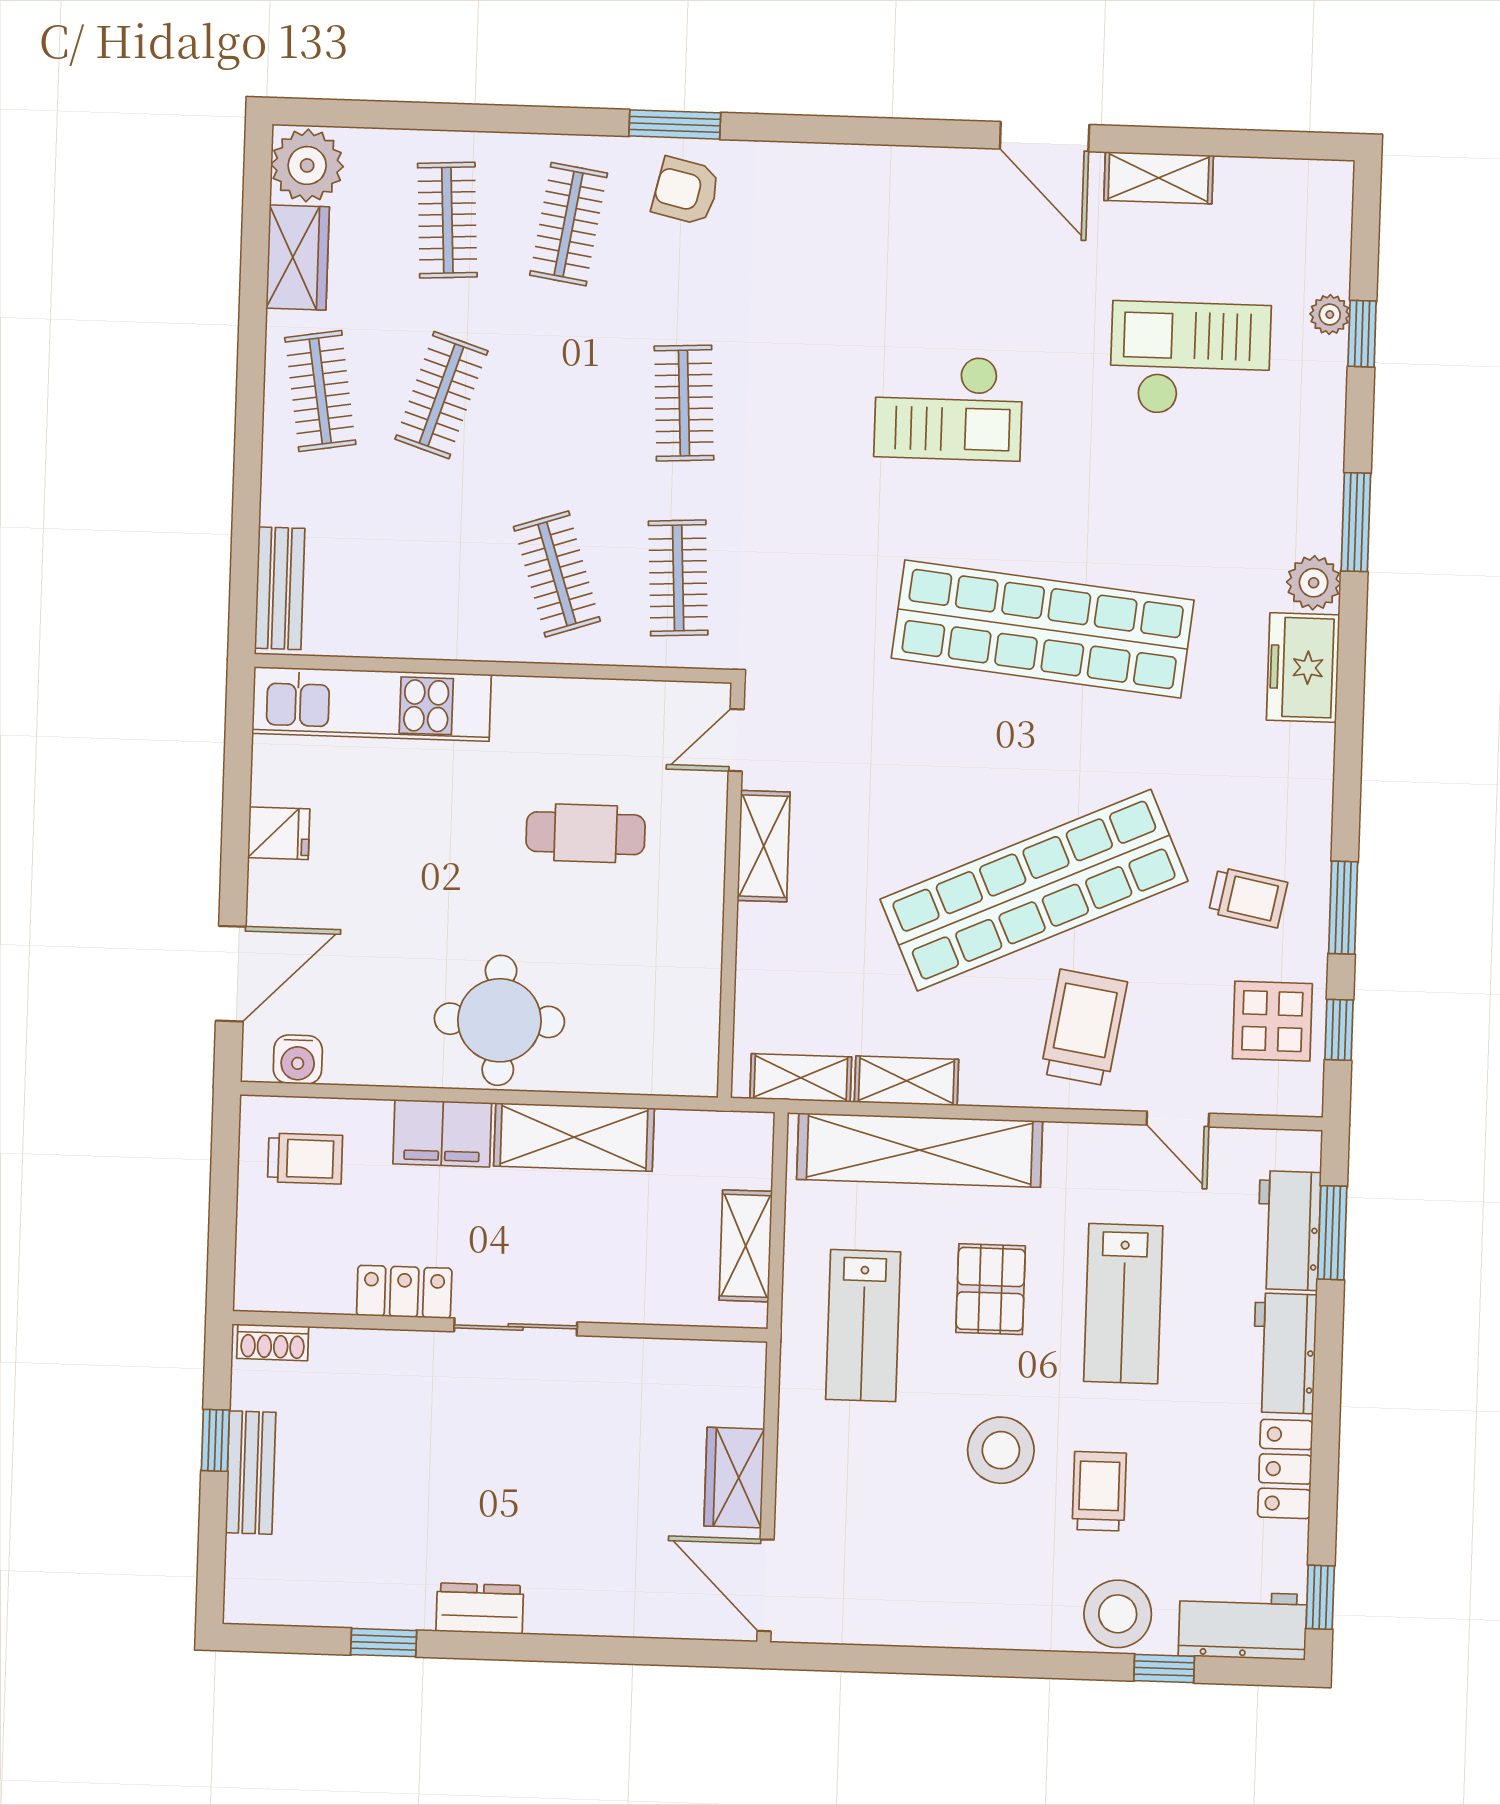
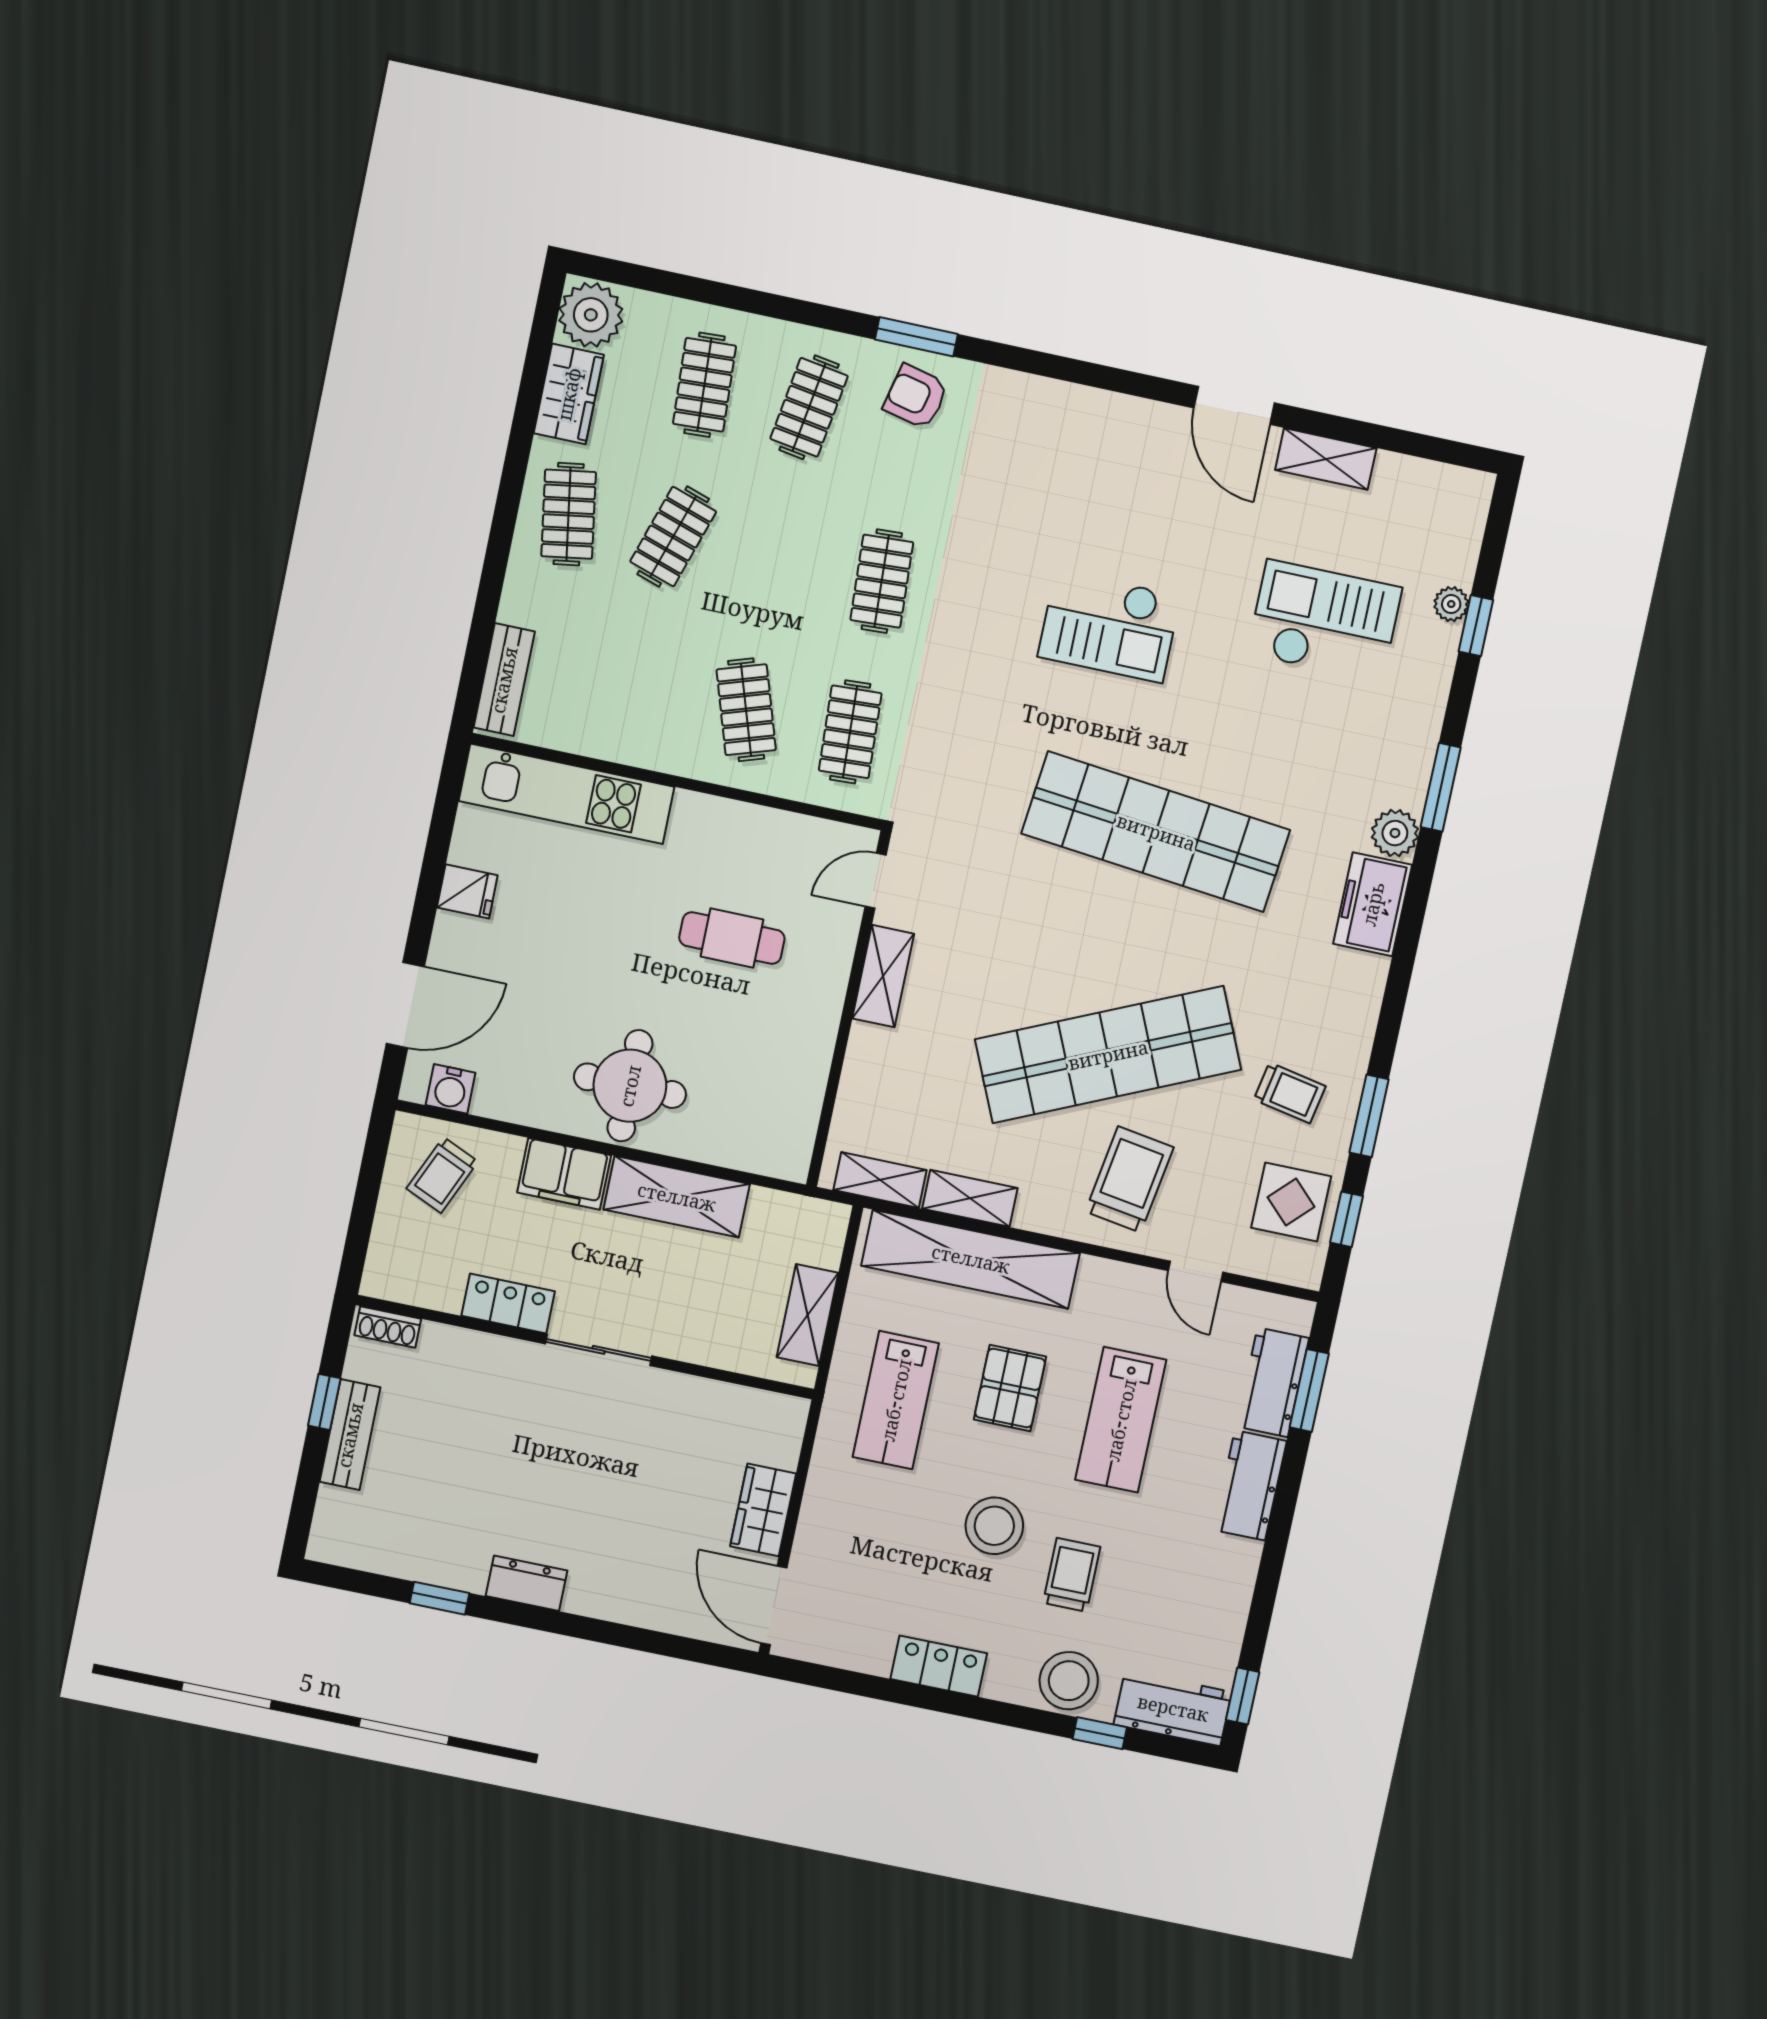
trolley: (305, 1159) -> (442, 1175), turned 114
locker: (1285, 1469) -> (939, 1666), moved, turned 90

